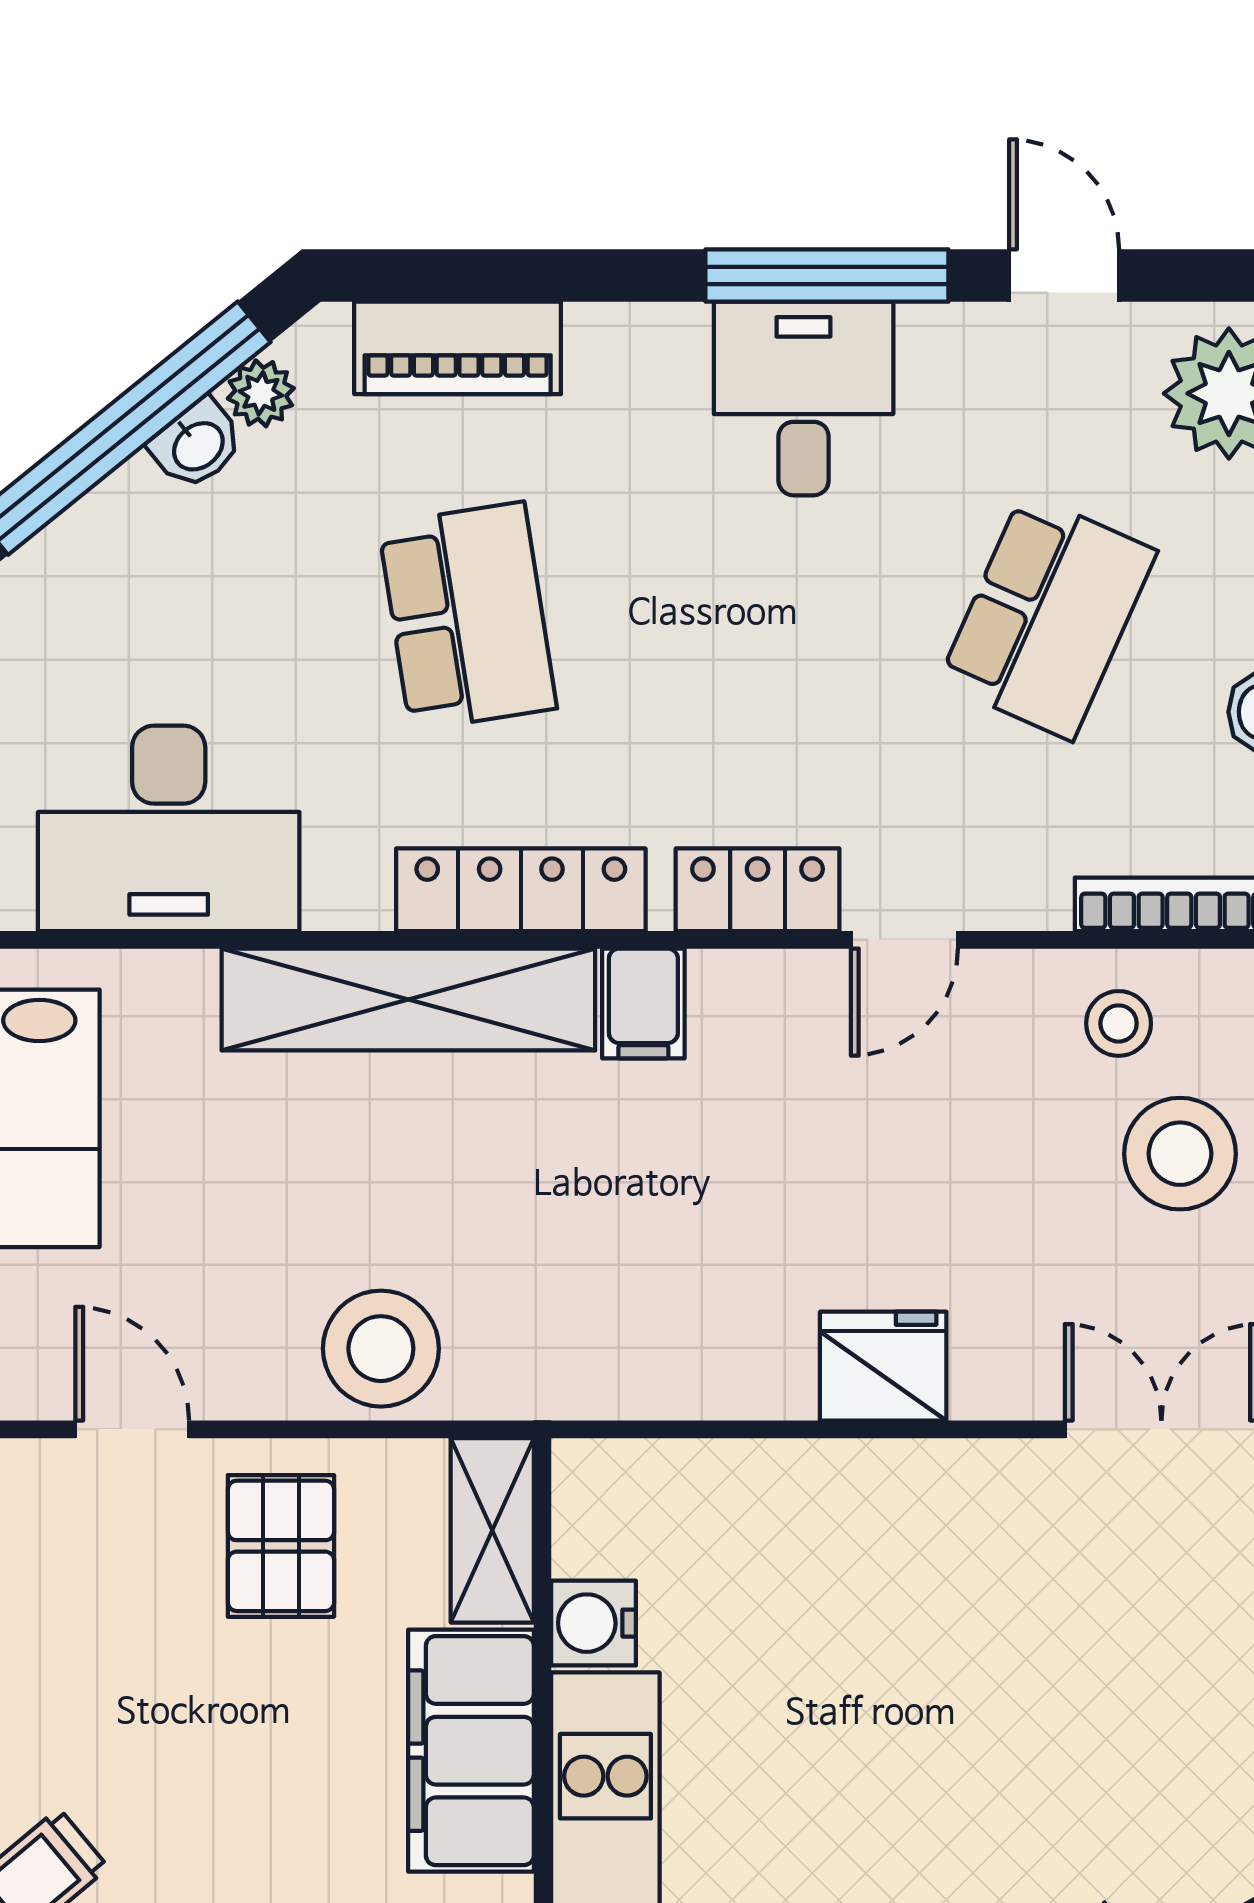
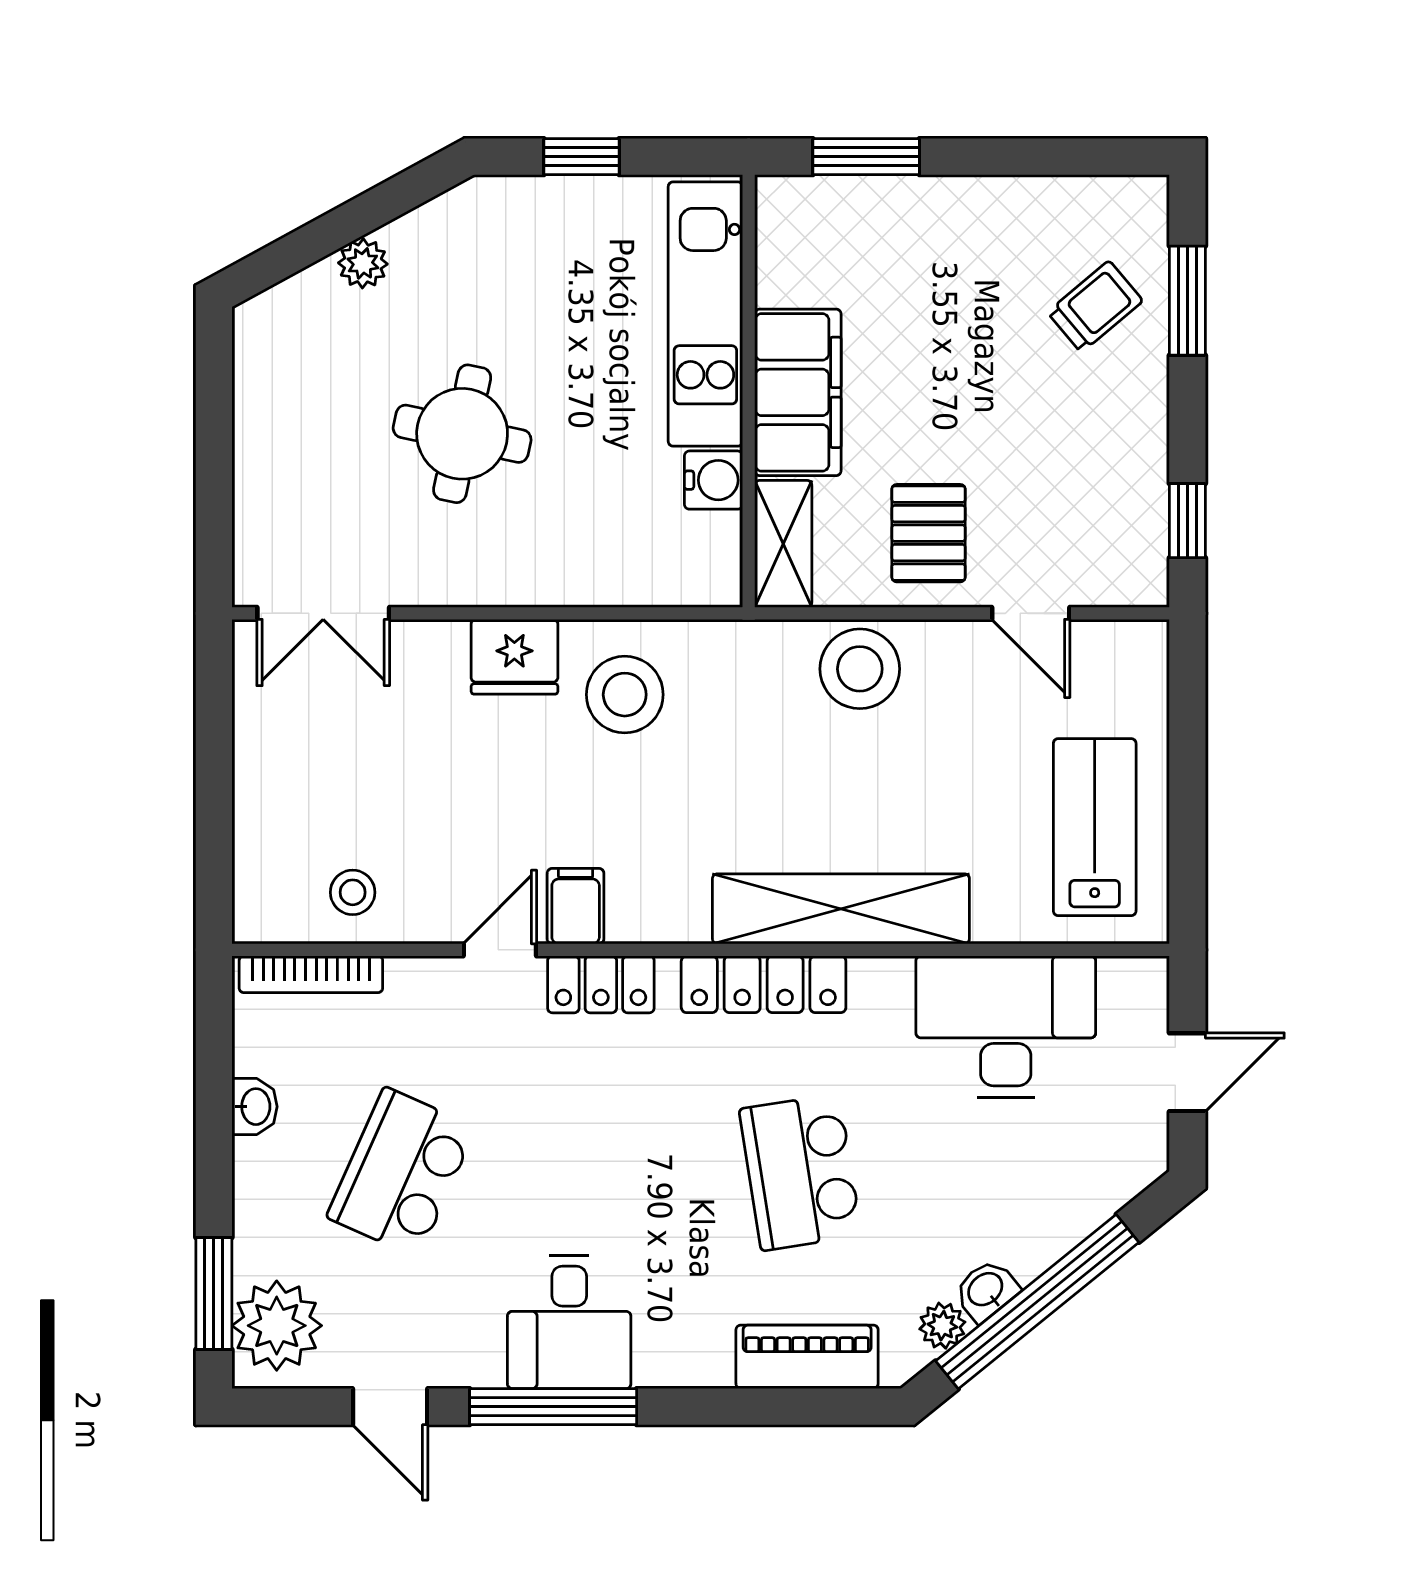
filing cabinet: (643, 1003) -> (576, 906), moved
stool: (1180, 1154) -> (625, 695), moved
round table: (959, 1690) -> (462, 434), added

